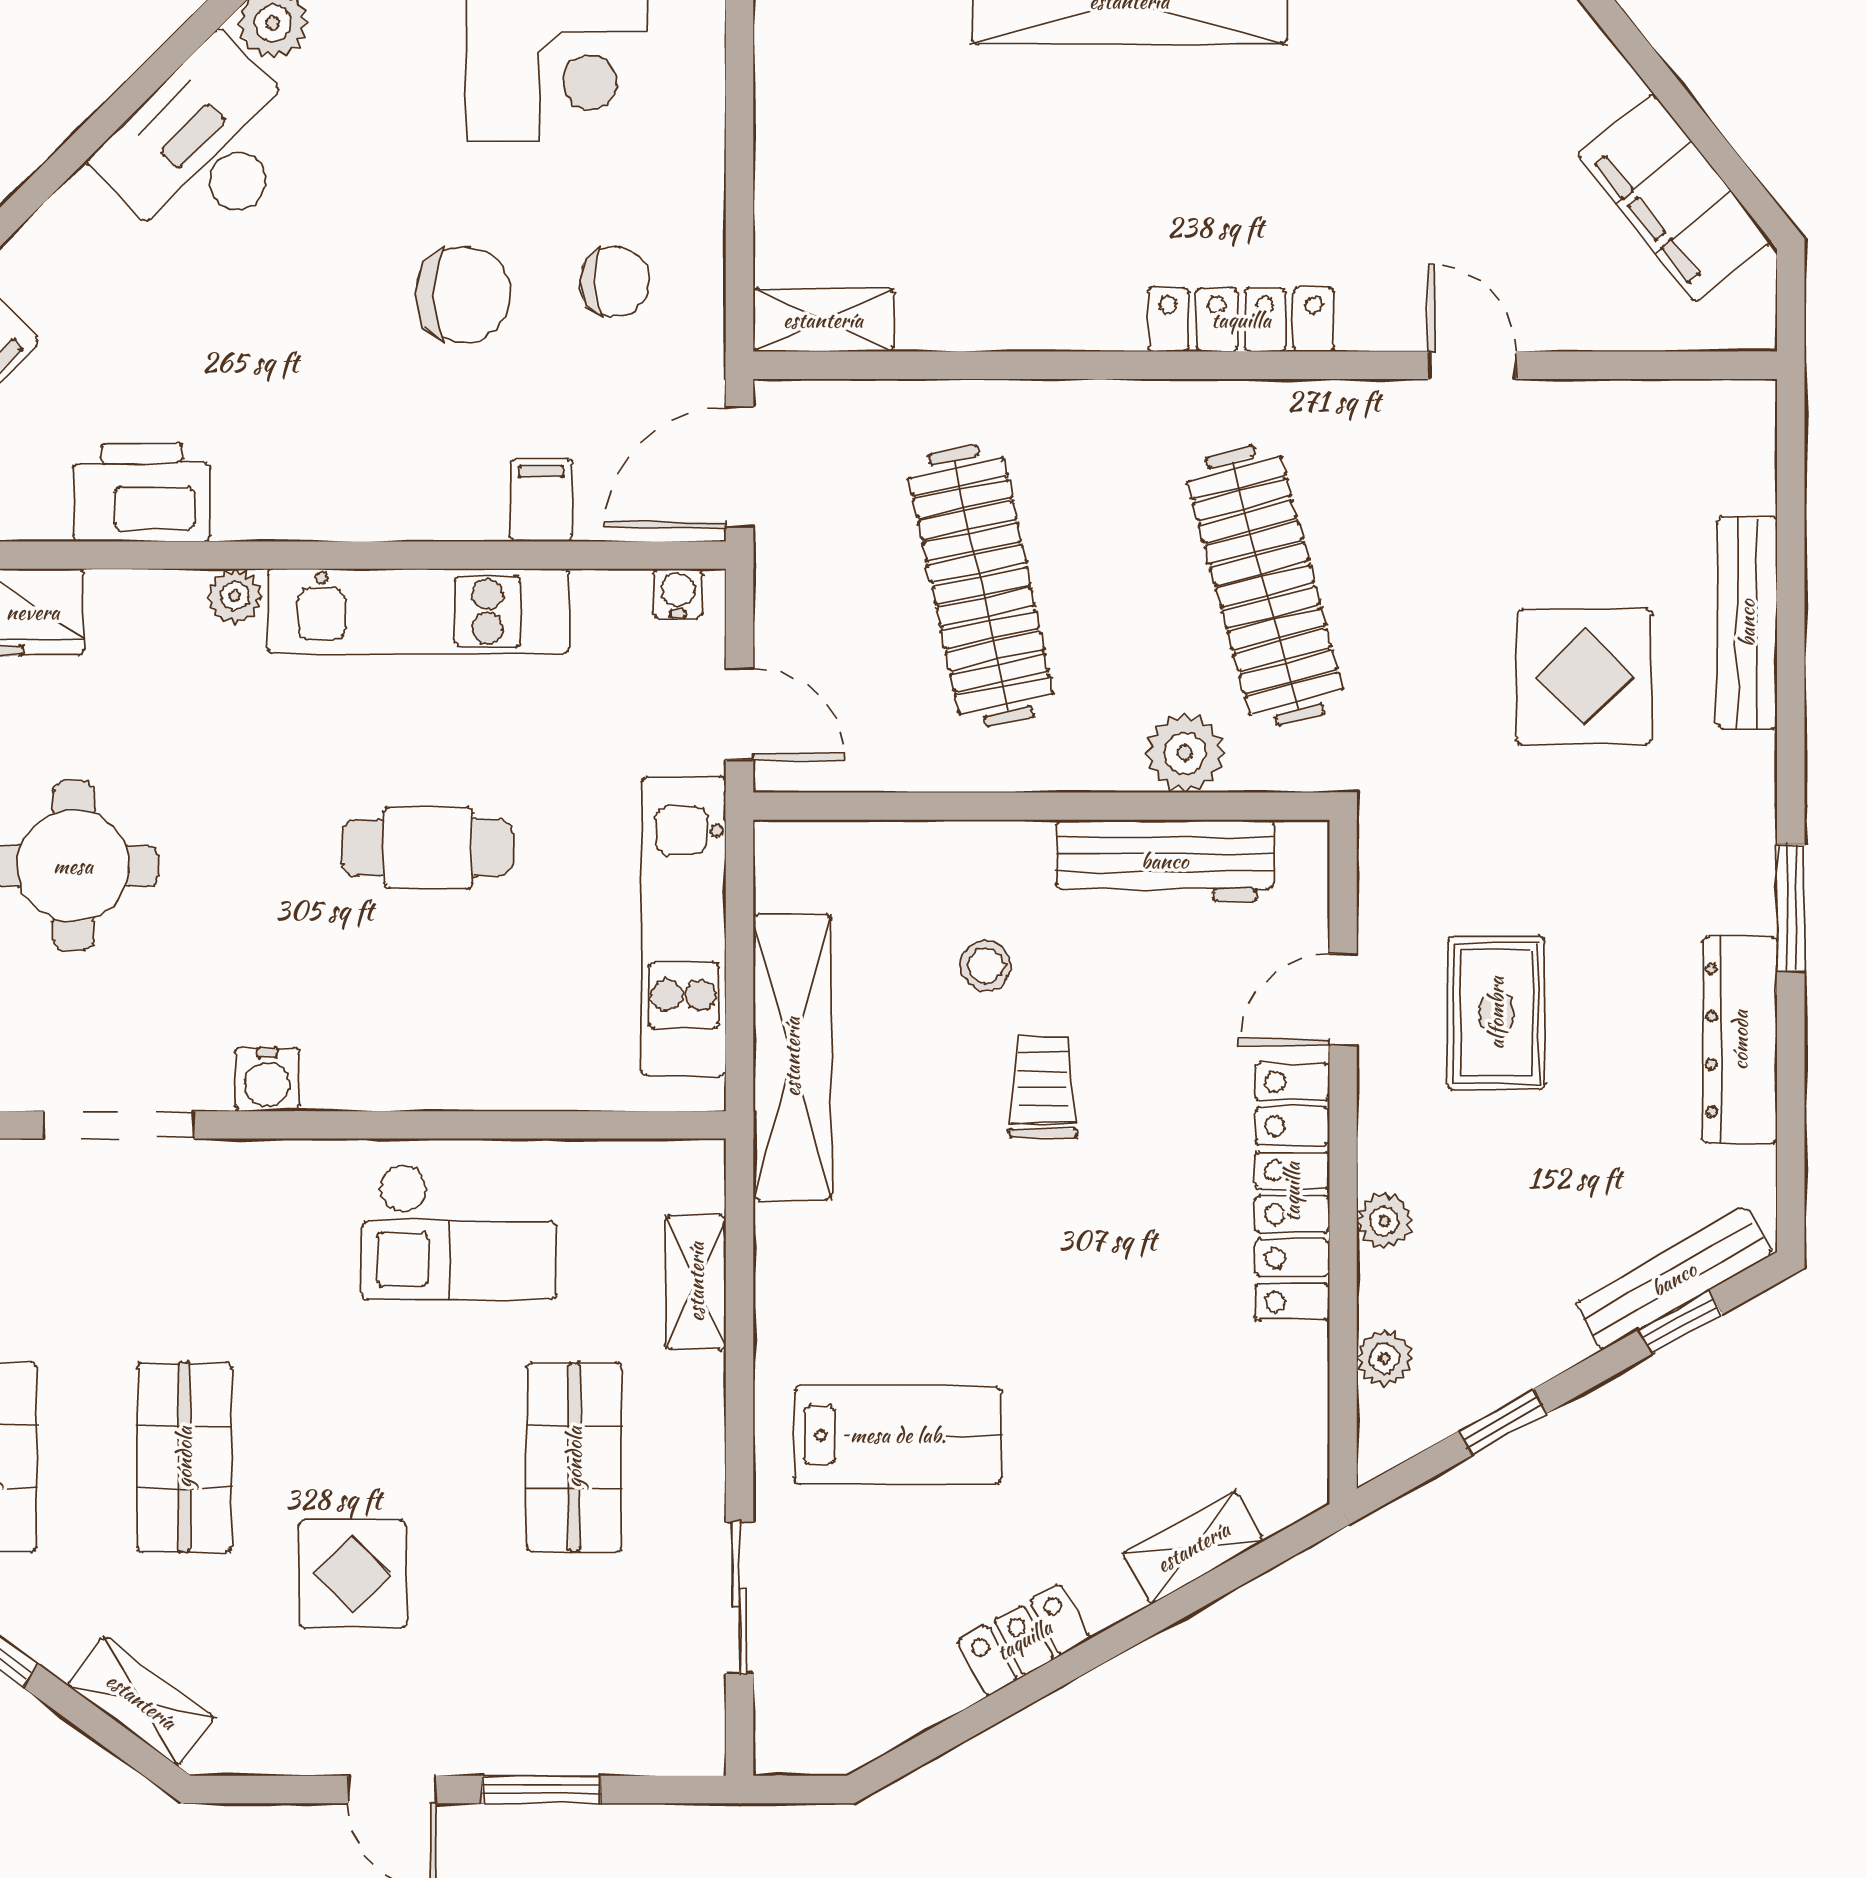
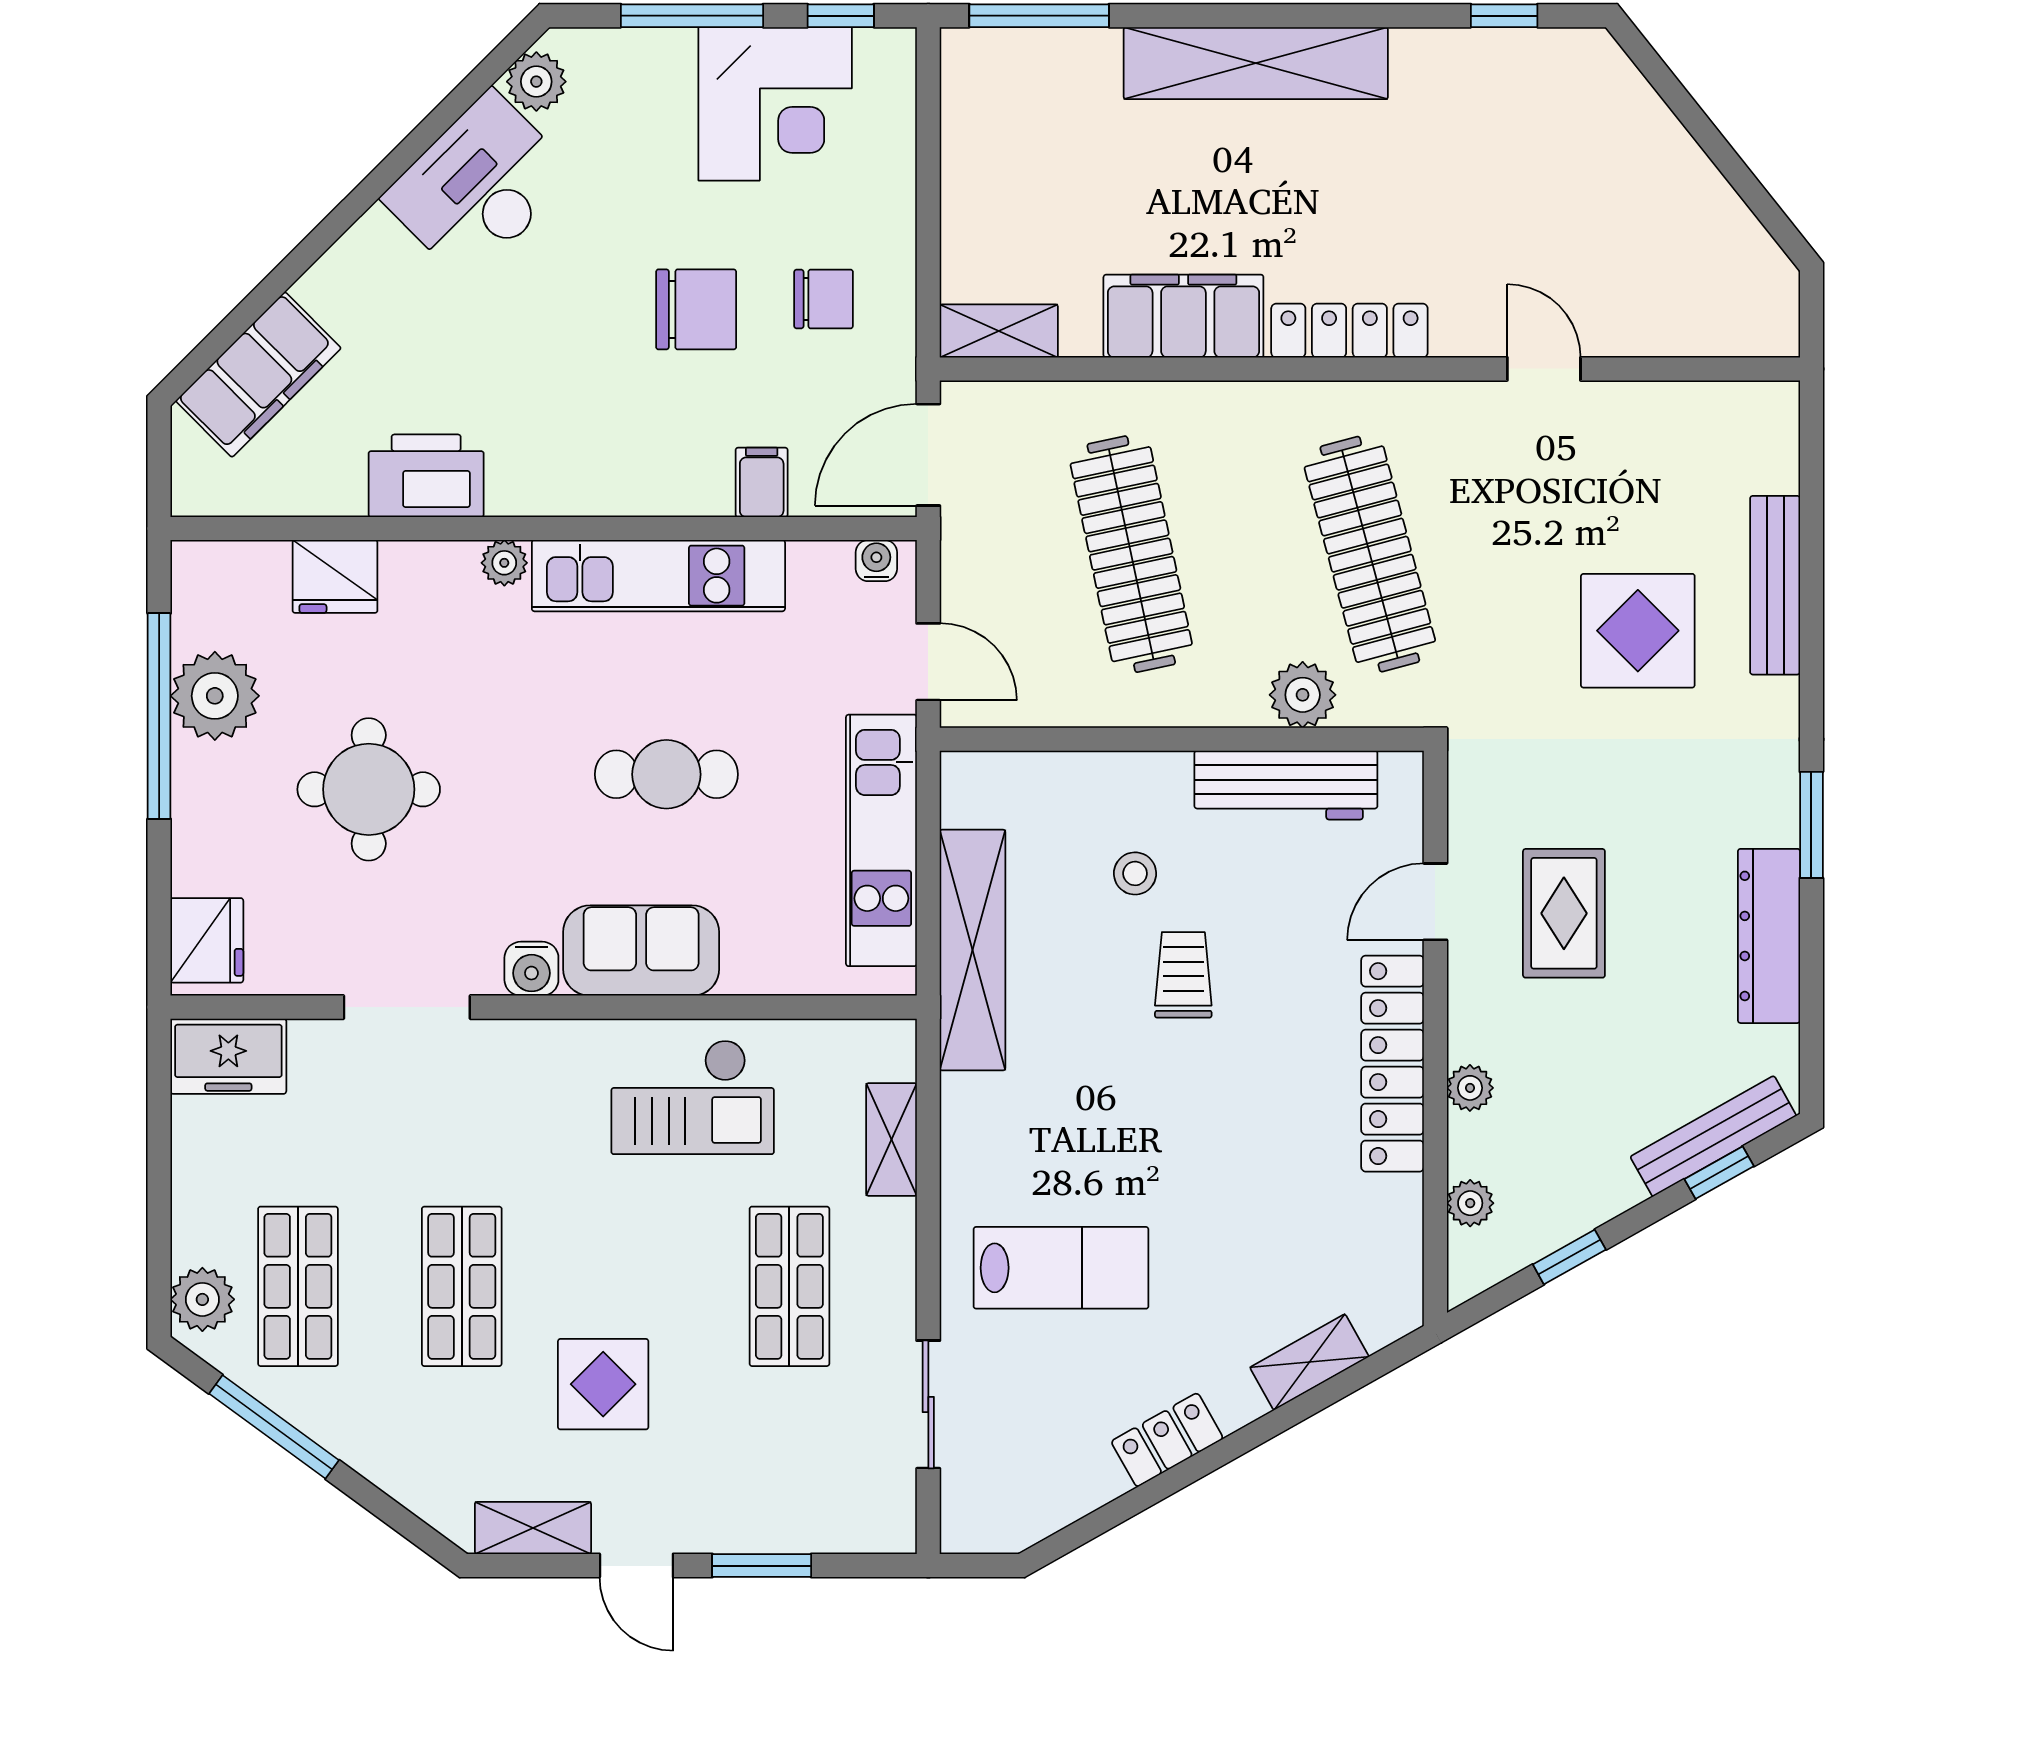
filing cabinet: (1674, 198) -> (1183, 316), moved, turned 129
sofa: (398, 1058) -> (641, 951), added
shelving: (141, 1701) -> (533, 1528), moved, turned -36

